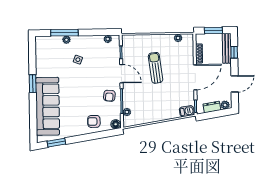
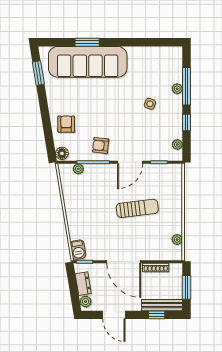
window: (91, 32) -> (187, 123), added
window: (33, 84) -> (87, 42), moved

